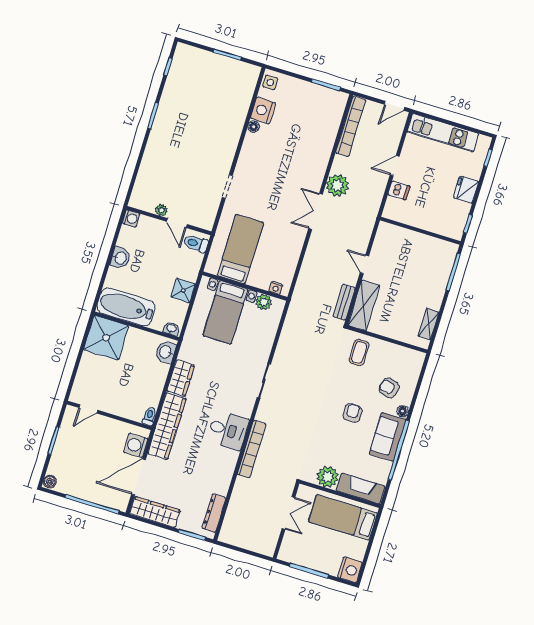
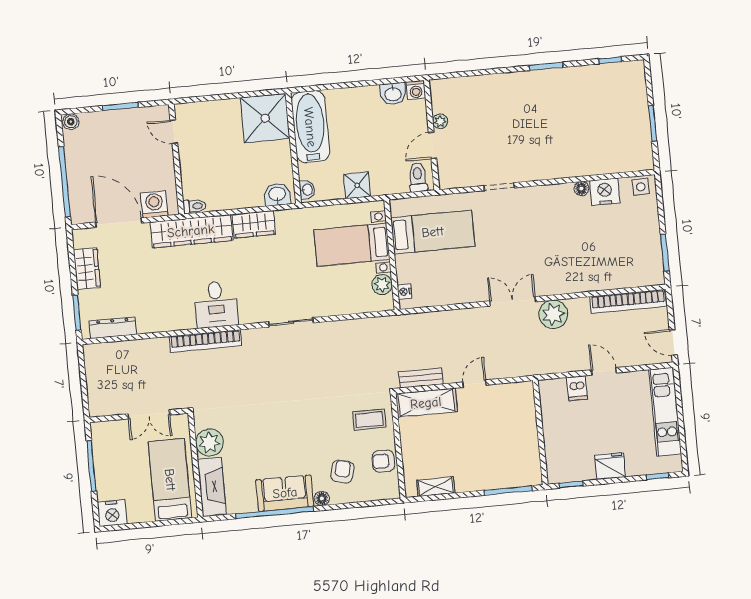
washbasin: (120, 258) -> (393, 94), moved
armchair: (352, 413) -> (383, 461), moved, turned 180
wardrobe: (155, 512) -> (87, 269), width x0.67

